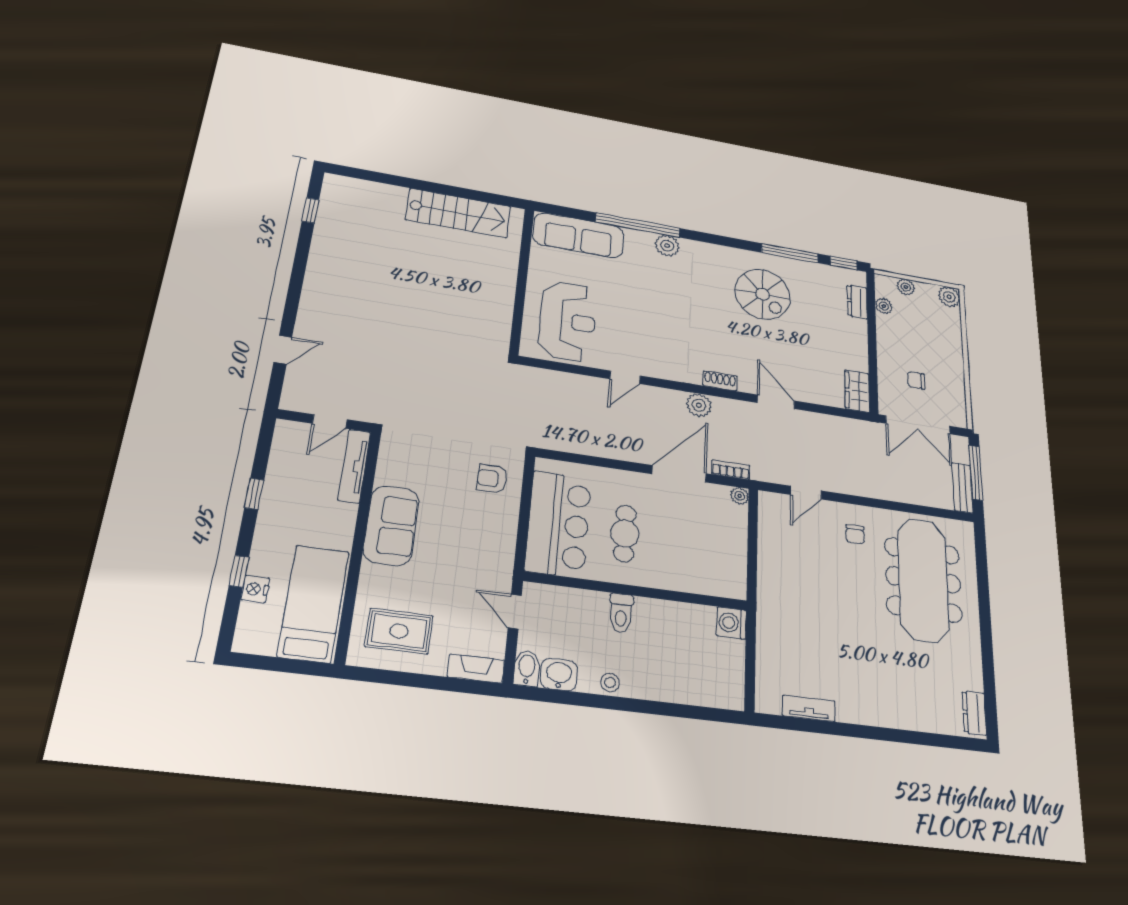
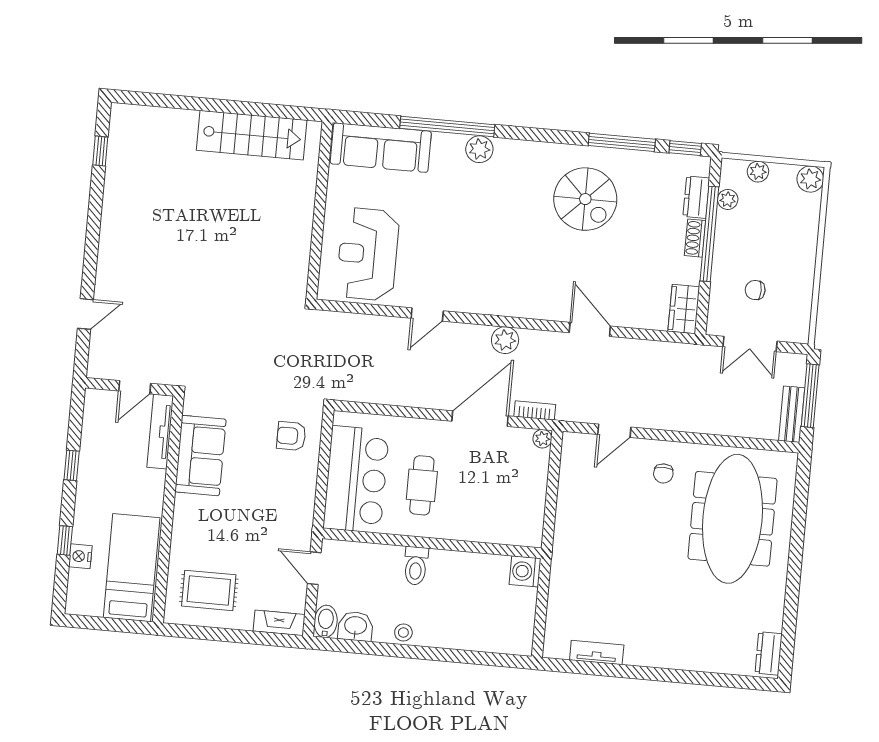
reception desk: (568, 321) -> (368, 254), turned 180
window: (872, 332) -> (709, 234), added
shoe rack: (720, 381) -> (695, 238), moved, turned -90
double door: (918, 425) -> (750, 344), width x0.73
sofa: (391, 526) -> (200, 456), moved

